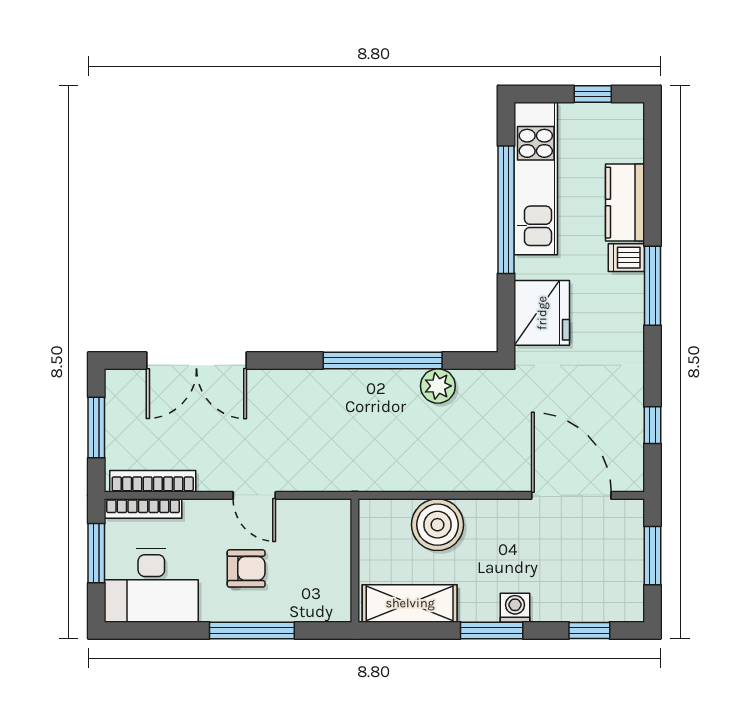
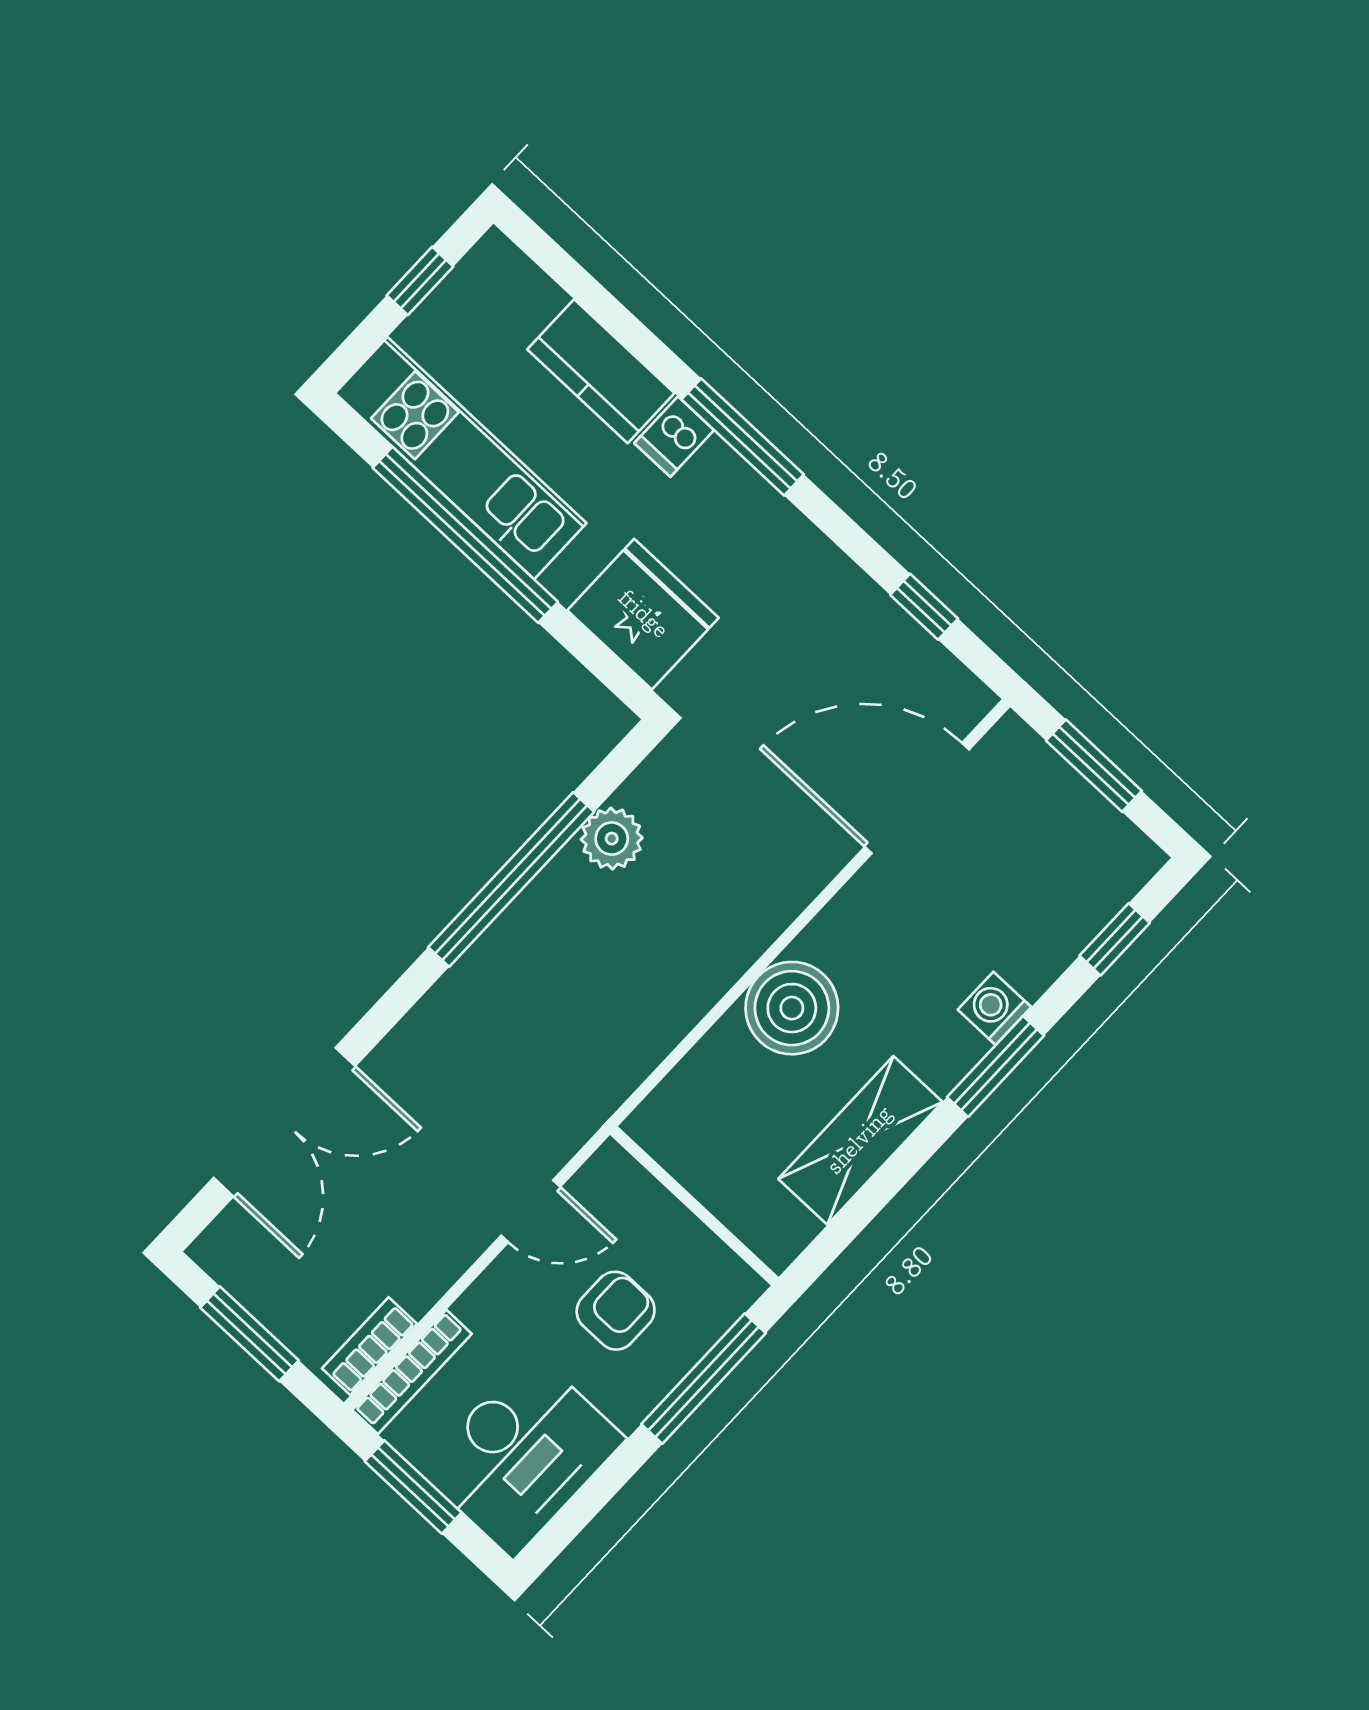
bookcase: (153, 481) -> (369, 1346), width x0.64
wall: (355, 561) -> (694, 1206), moved

